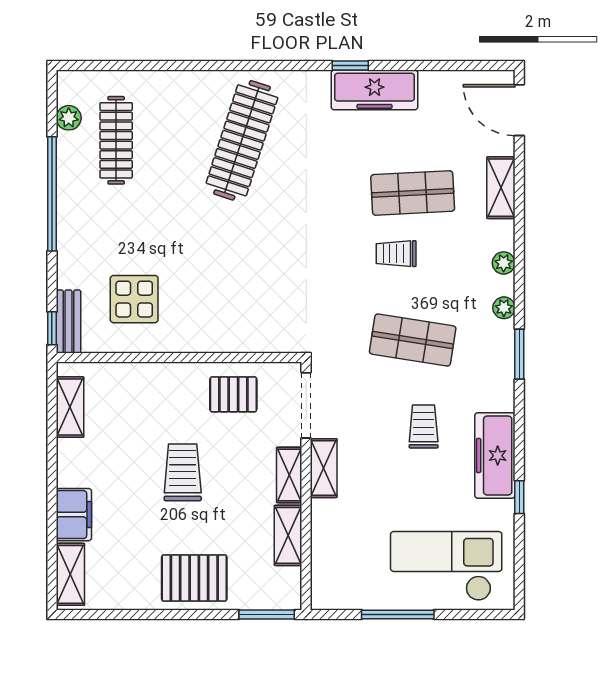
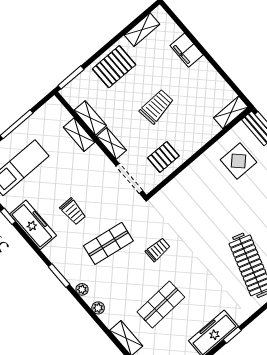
trolley: (396, 254) -> (158, 250), moved
shelving: (70, 407) -> (231, 112), moved, turned 90
shelving: (324, 468) -> (79, 135), moved
trolley: (183, 472) -> (157, 106), turned -97
shelving: (70, 574) -> (142, 30), moved, turned 90

